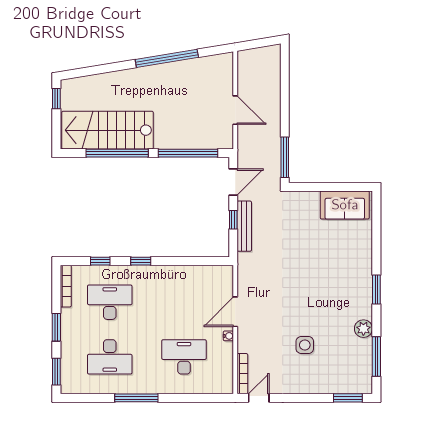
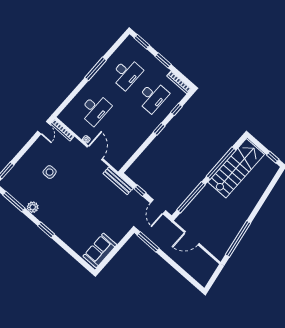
window: (167, 58) -> (238, 239), moved
bench: (244, 226) -> (118, 181), moved
desk: (110, 357) -> (126, 74), turned 180

